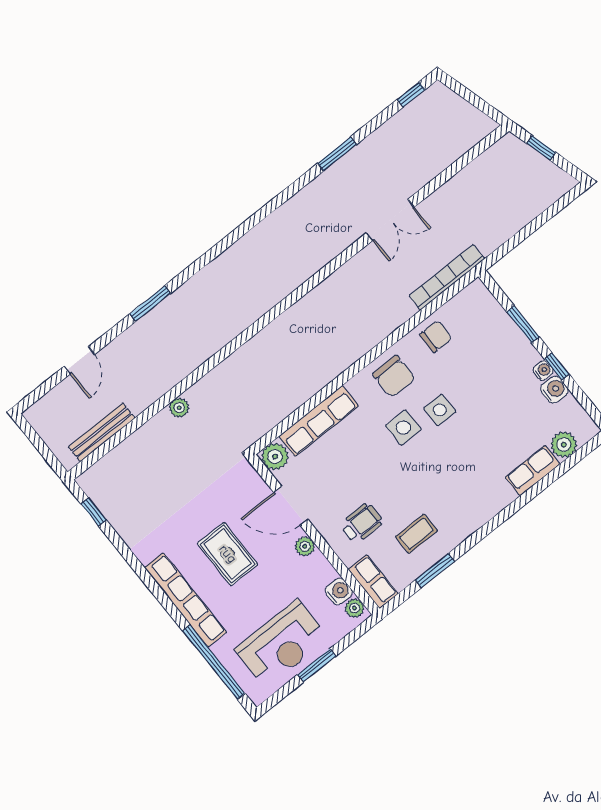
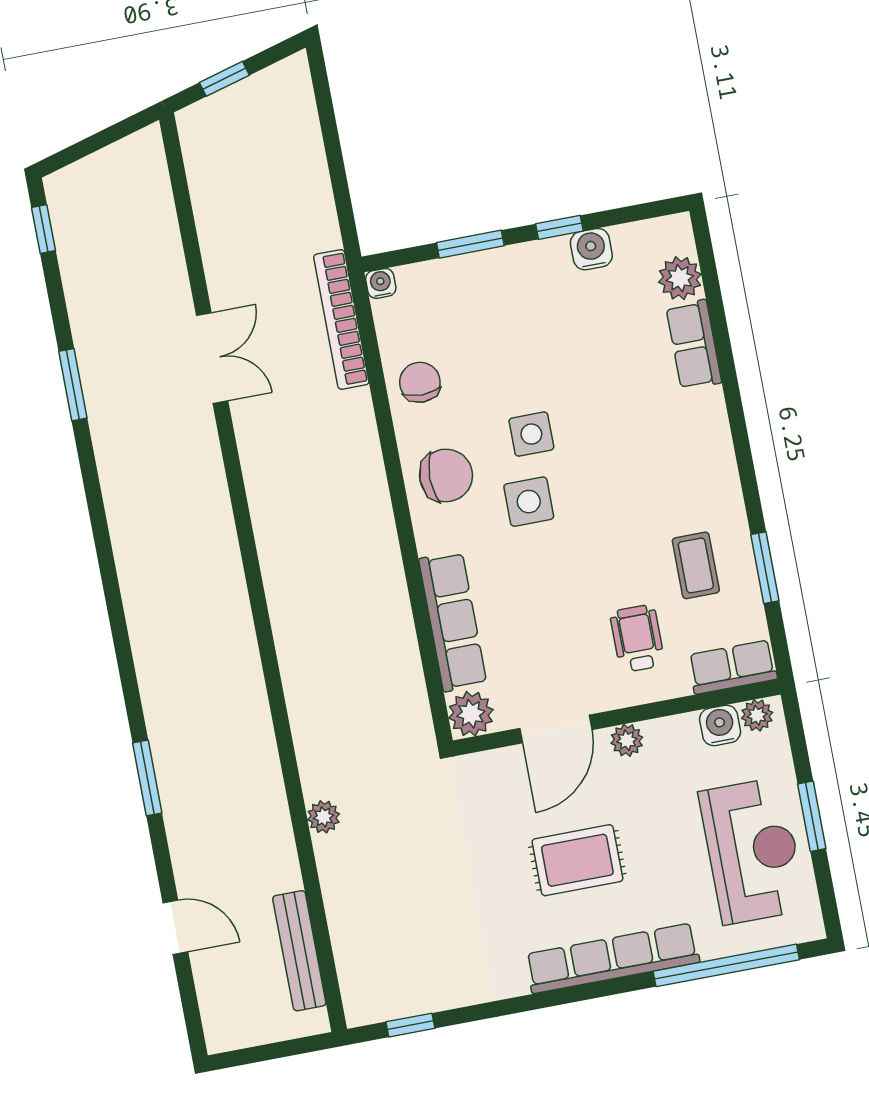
water cooler: (543, 370) -> (381, 283), moved

